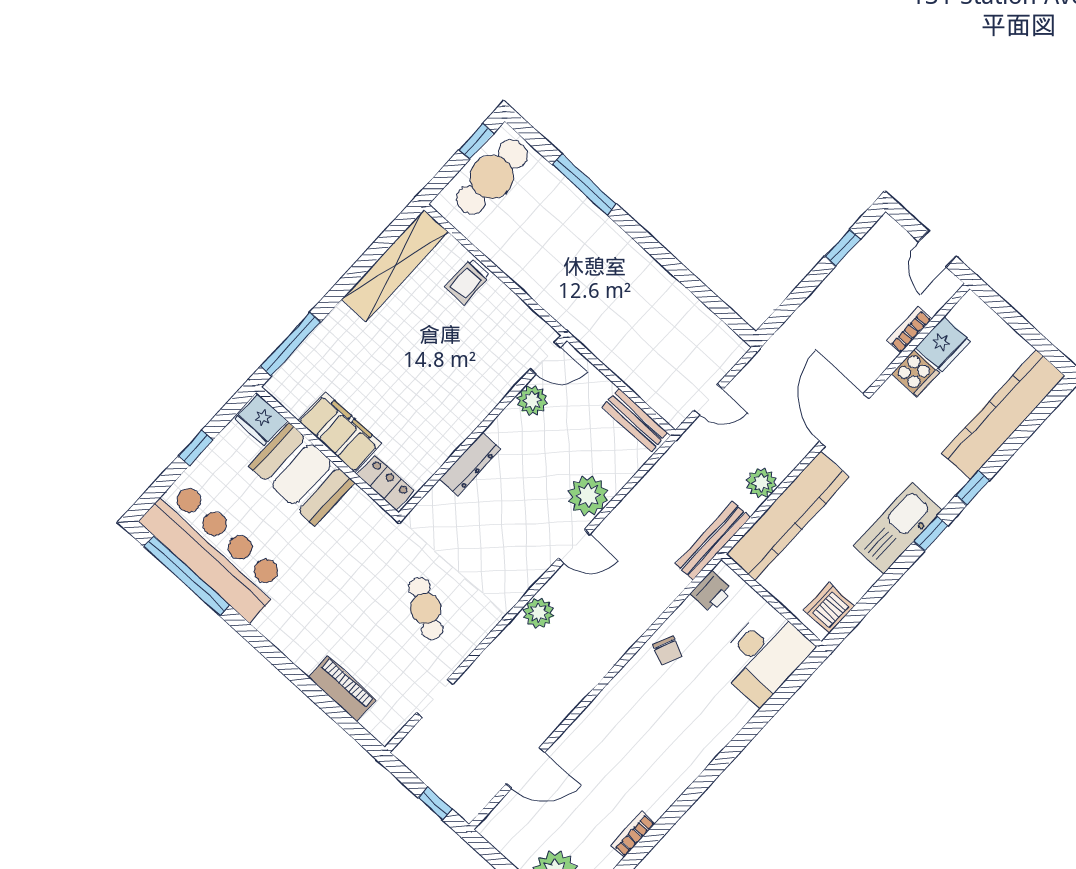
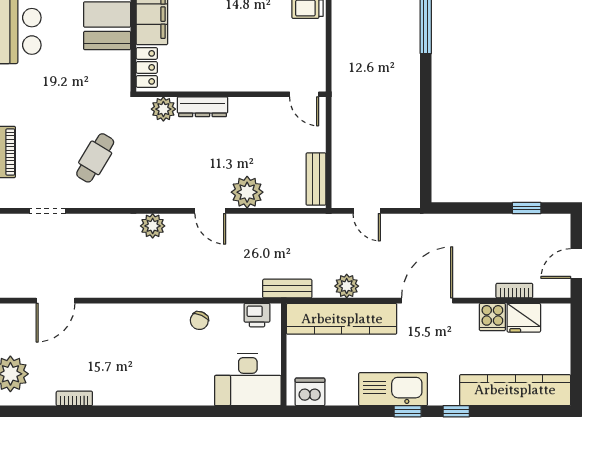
plant: (532, 400) -> (163, 109), moved
bench: (713, 541) -> (287, 289), width x0.73
door: (525, 768) -> (56, 301), hinge flipped

